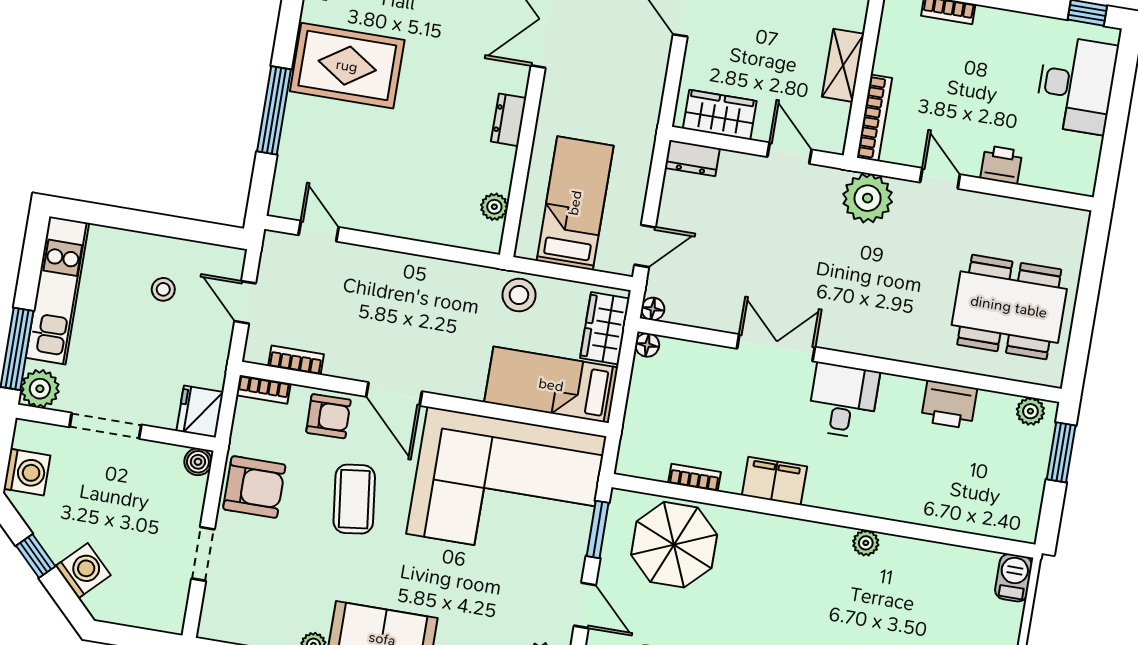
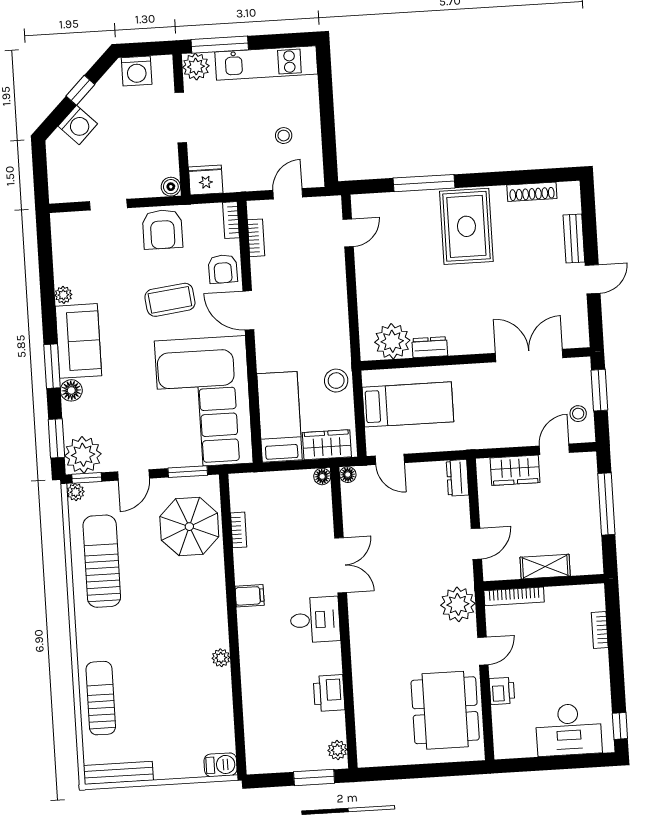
wardrobe: (720, 115) -> (515, 470), moved, turned 90
dresser: (509, 120) -> (430, 347), moved
plant: (494, 207) -> (392, 341), width x1.87, depth x1.87
dining table: (1009, 307) -> (445, 710), moved
door: (394, 394) -> (248, 310), hinge flipped
filing cabinet: (774, 481) -> (250, 596), width x0.50

